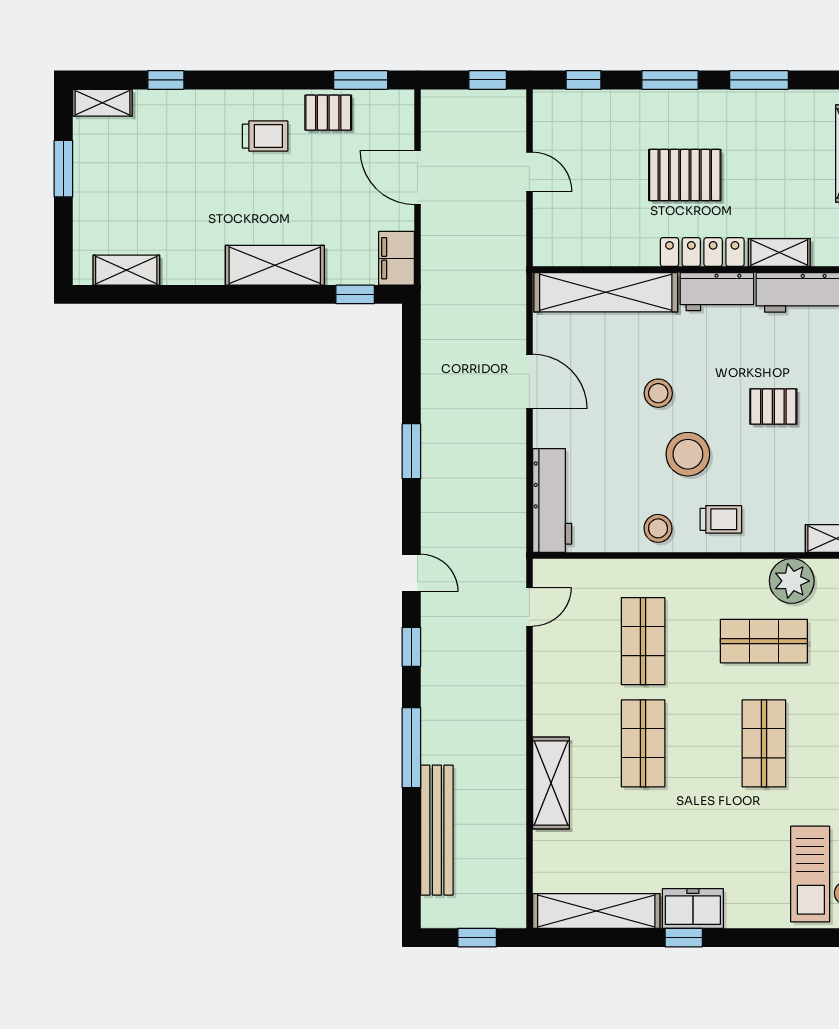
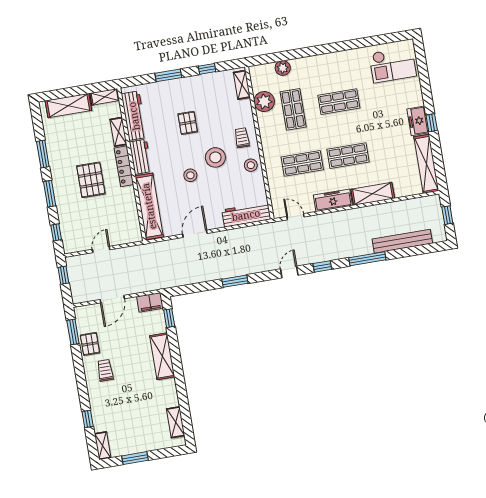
freezer: (551, 694) -> (333, 200), added

